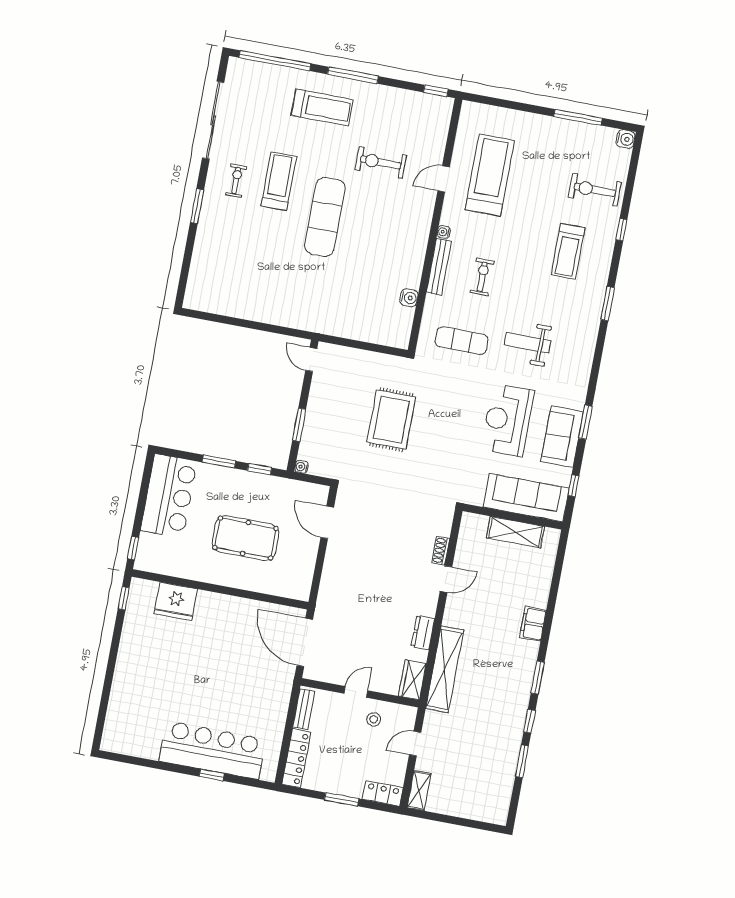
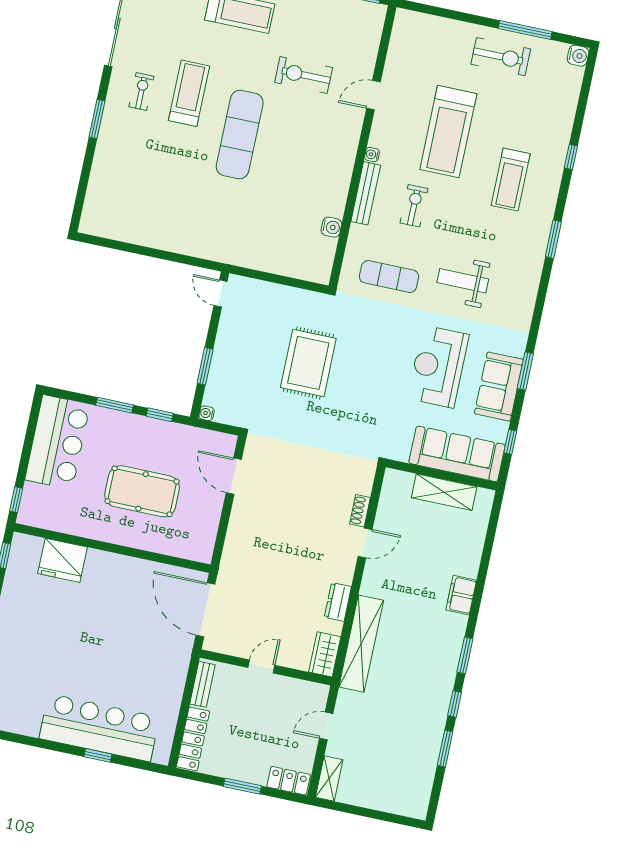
treadmill: (490, 175) -> (448, 132), moved, turned 180
exercise bike: (595, 190) -> (501, 57), moved, turned 180
stool: (374, 719) -> (280, 698), removed

